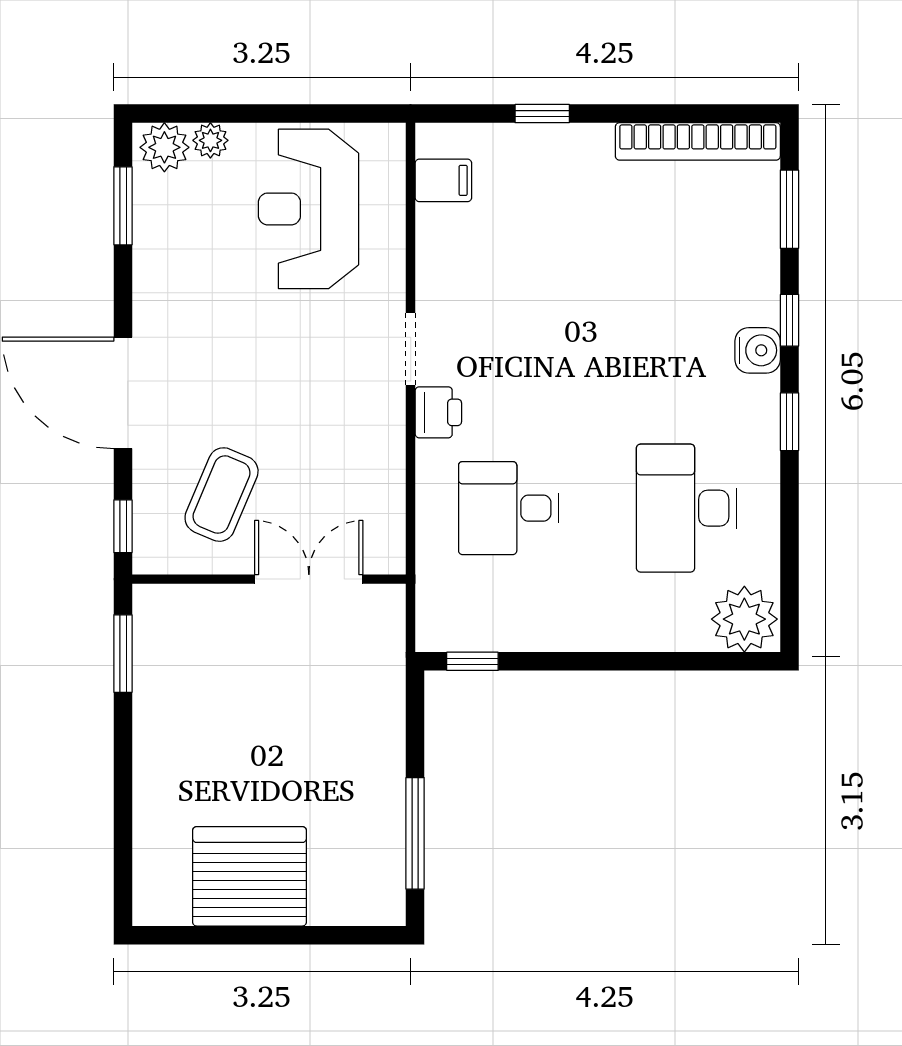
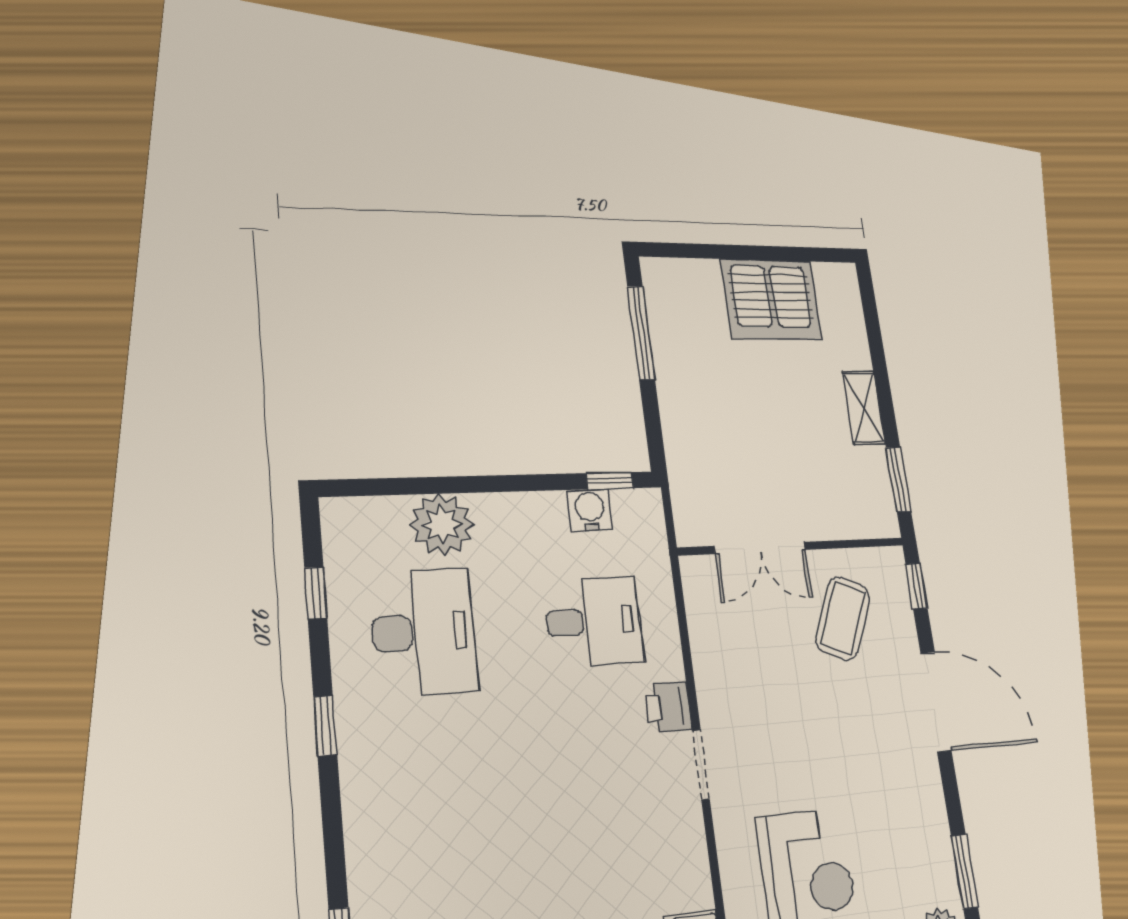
window: (789, 320) -> (316, 593), moved
water cooler: (758, 350) -> (590, 510), moved, turned 90
plant: (744, 619) -> (442, 525), moved
shelving: (152, 742) -> (864, 408), added

